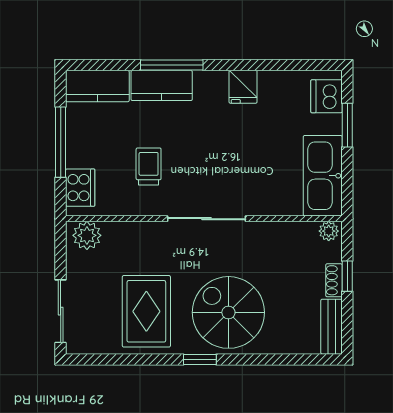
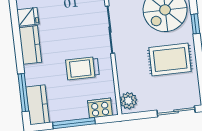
window: (172, 65) -> (23, 93), moved
kitchen counter: (162, 85) -> (30, 45), moved
trolley: (149, 166) -> (82, 68), width x1.36, depth x1.39

